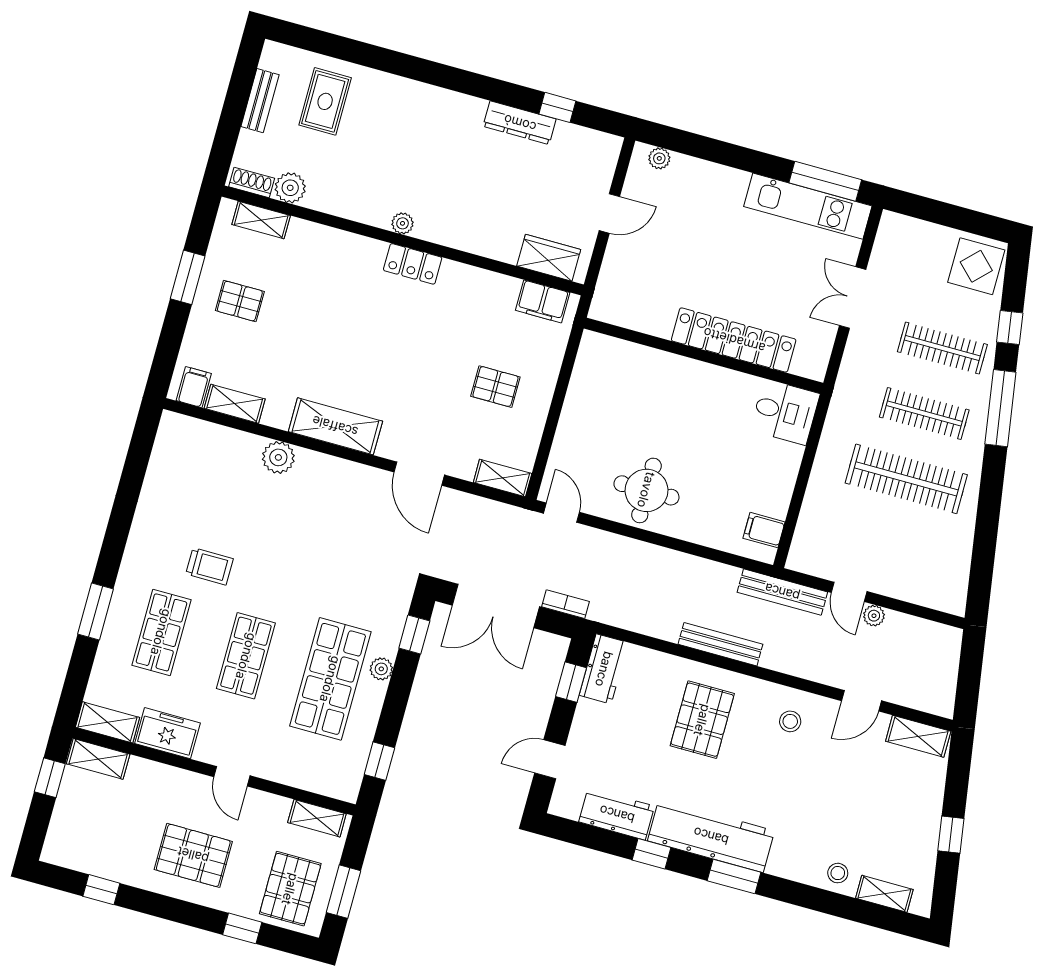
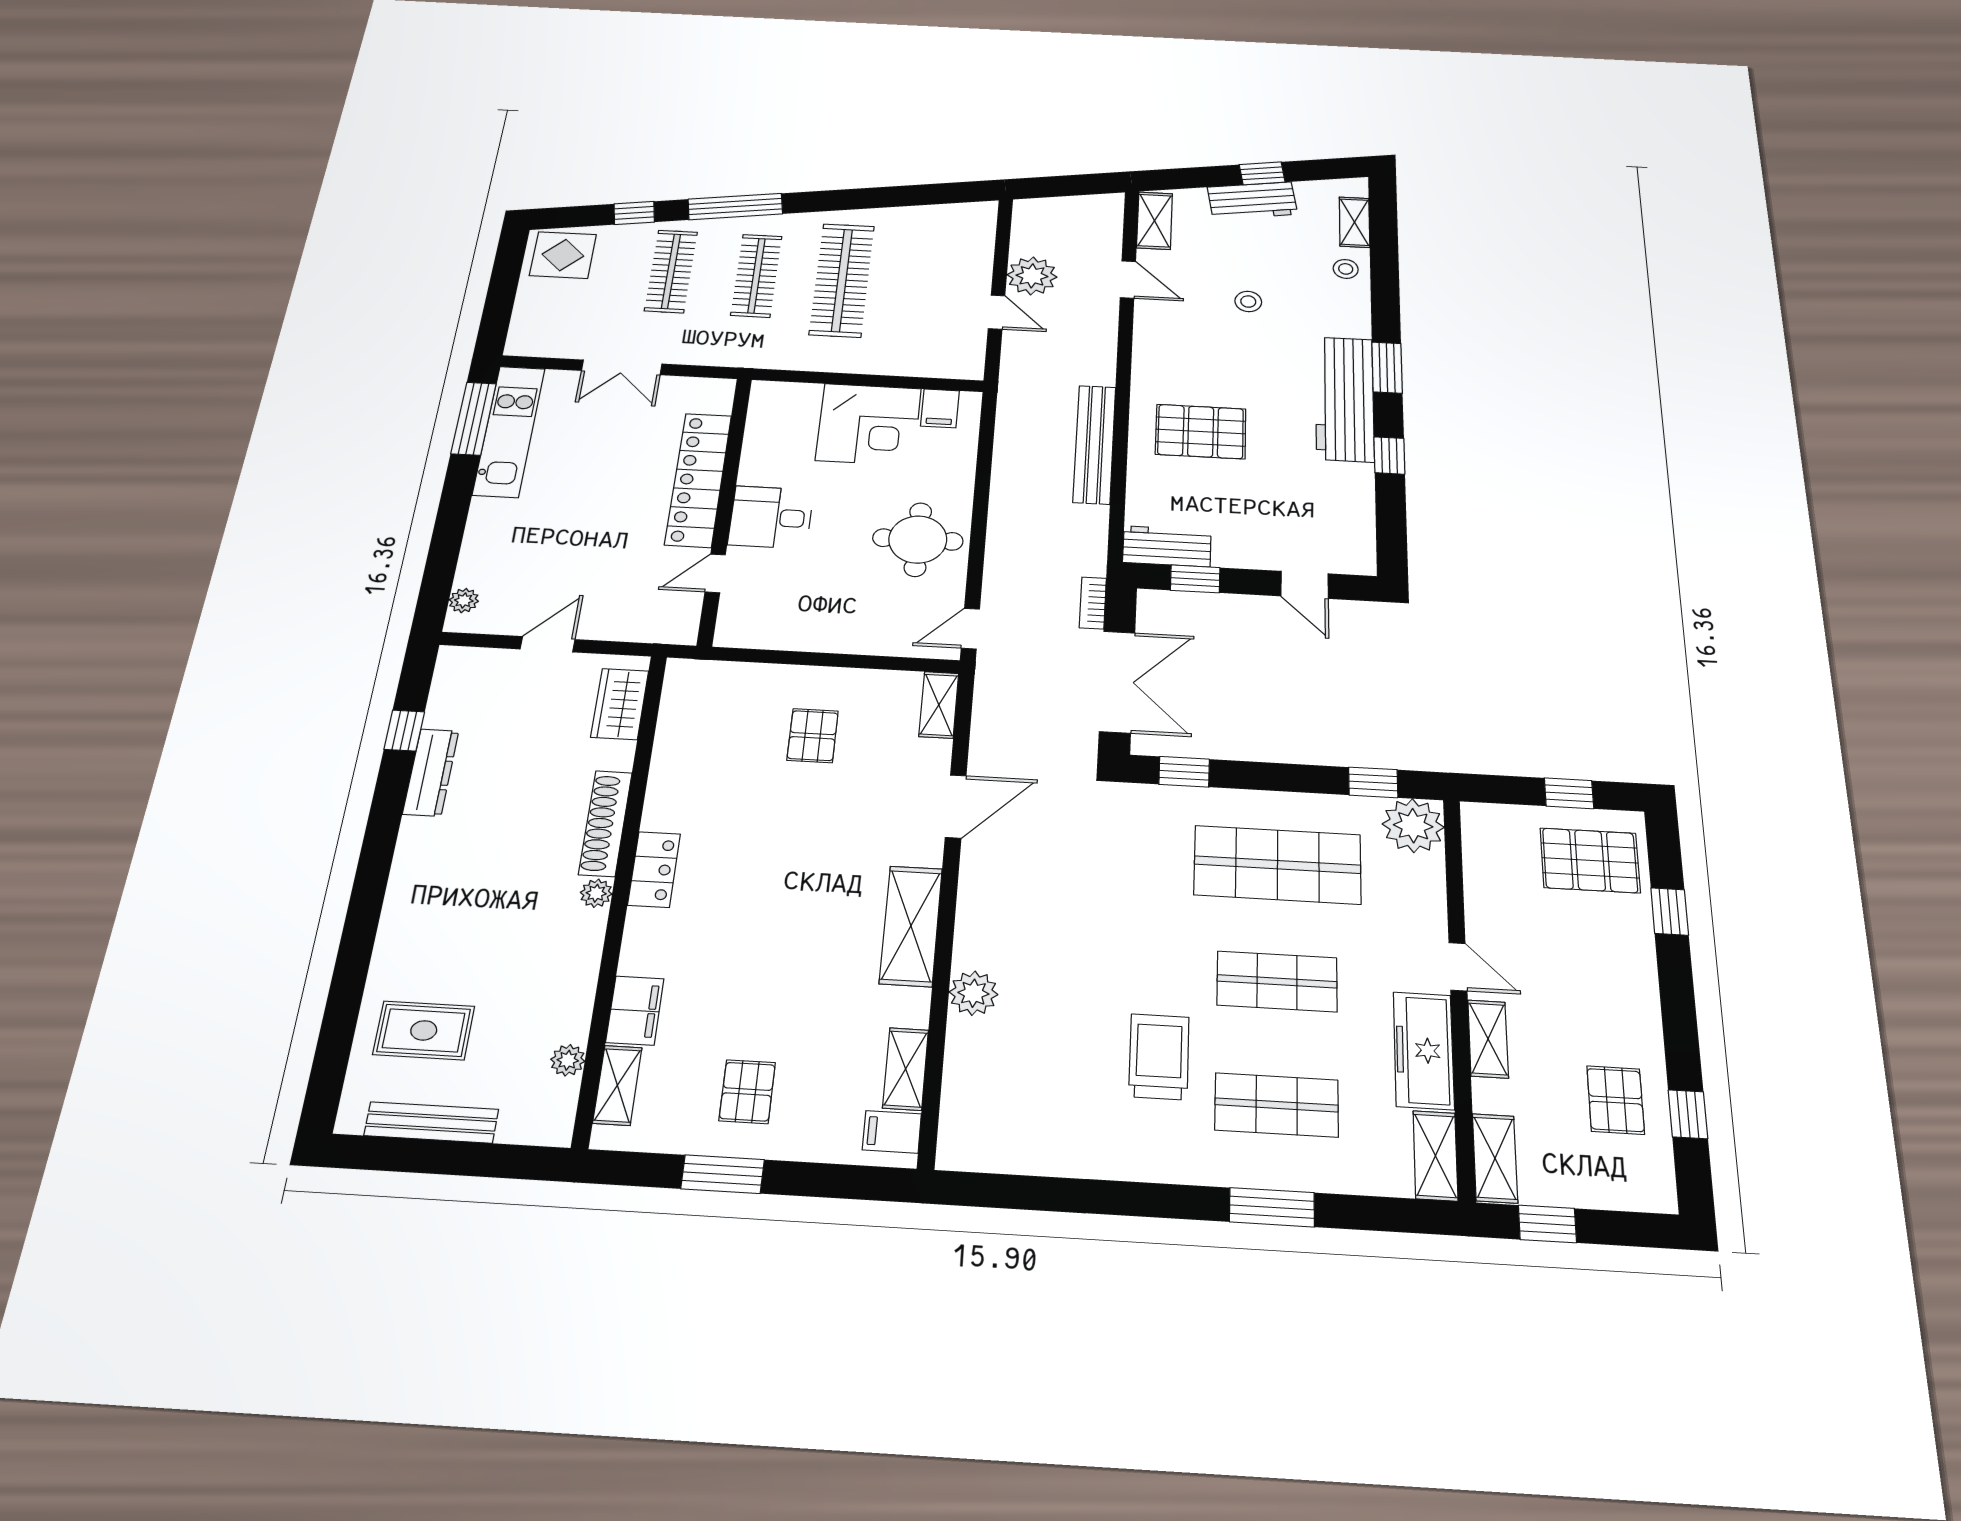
bench: (260, 101) -> (431, 1122), width x1.36
shoe rack: (252, 183) -> (605, 823), moved, width x1.94, depth x1.24
plant: (290, 188) -> (568, 1060), width x0.73, depth x0.73
door: (609, 213) -> (548, 644), hinge flipped
filing cabinet: (543, 301) -> (635, 1010), moved
door: (646, 340) -> (715, 573), added
desk: (785, 412) -> (771, 517), moved, turned -90
corner desk: (760, 474) -> (869, 424), added
trolley: (209, 566) -> (1159, 1057), width x1.36, depth x1.39
bench: (782, 592) -> (1014, 377), removed
door: (849, 592) -> (997, 312), hinge flipped
plant: (874, 616) -> (1032, 276), width x1.87, depth x1.87
bench: (720, 644) -> (1094, 444), width x1.37, depth x1.21
plant: (381, 669) -> (1413, 826), moved, width x1.87, depth x1.87
stool: (790, 721) -> (1248, 302), moved
freezer: (168, 733) -> (1424, 1050), width x1.40
door: (232, 776) -> (1458, 967), hinge flipped
workbench: (617, 814) -> (1252, 201), moved, turned -99
shelving: (317, 818) -> (1488, 1039), moved
pallet: (193, 855) -> (1616, 1100), moved, width x0.67, depth x0.71
window: (343, 892) -> (1569, 793), width x0.67

